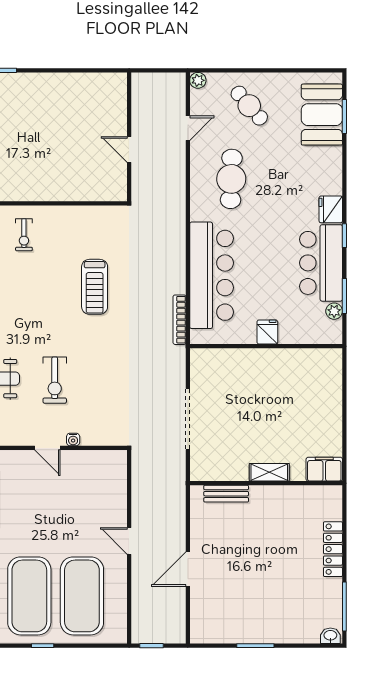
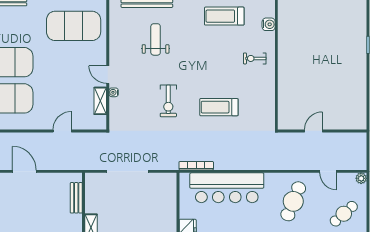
cafe table: (231, 179) -> (293, 201), turned -70
exercise bike: (55, 380) -> (168, 101), moved, turned -90
door: (47, 448) -> (108, 75), hinge flipped
shelving: (86, 459) -> (100, 101), added
door: (129, 541) -> (62, 131), moved

